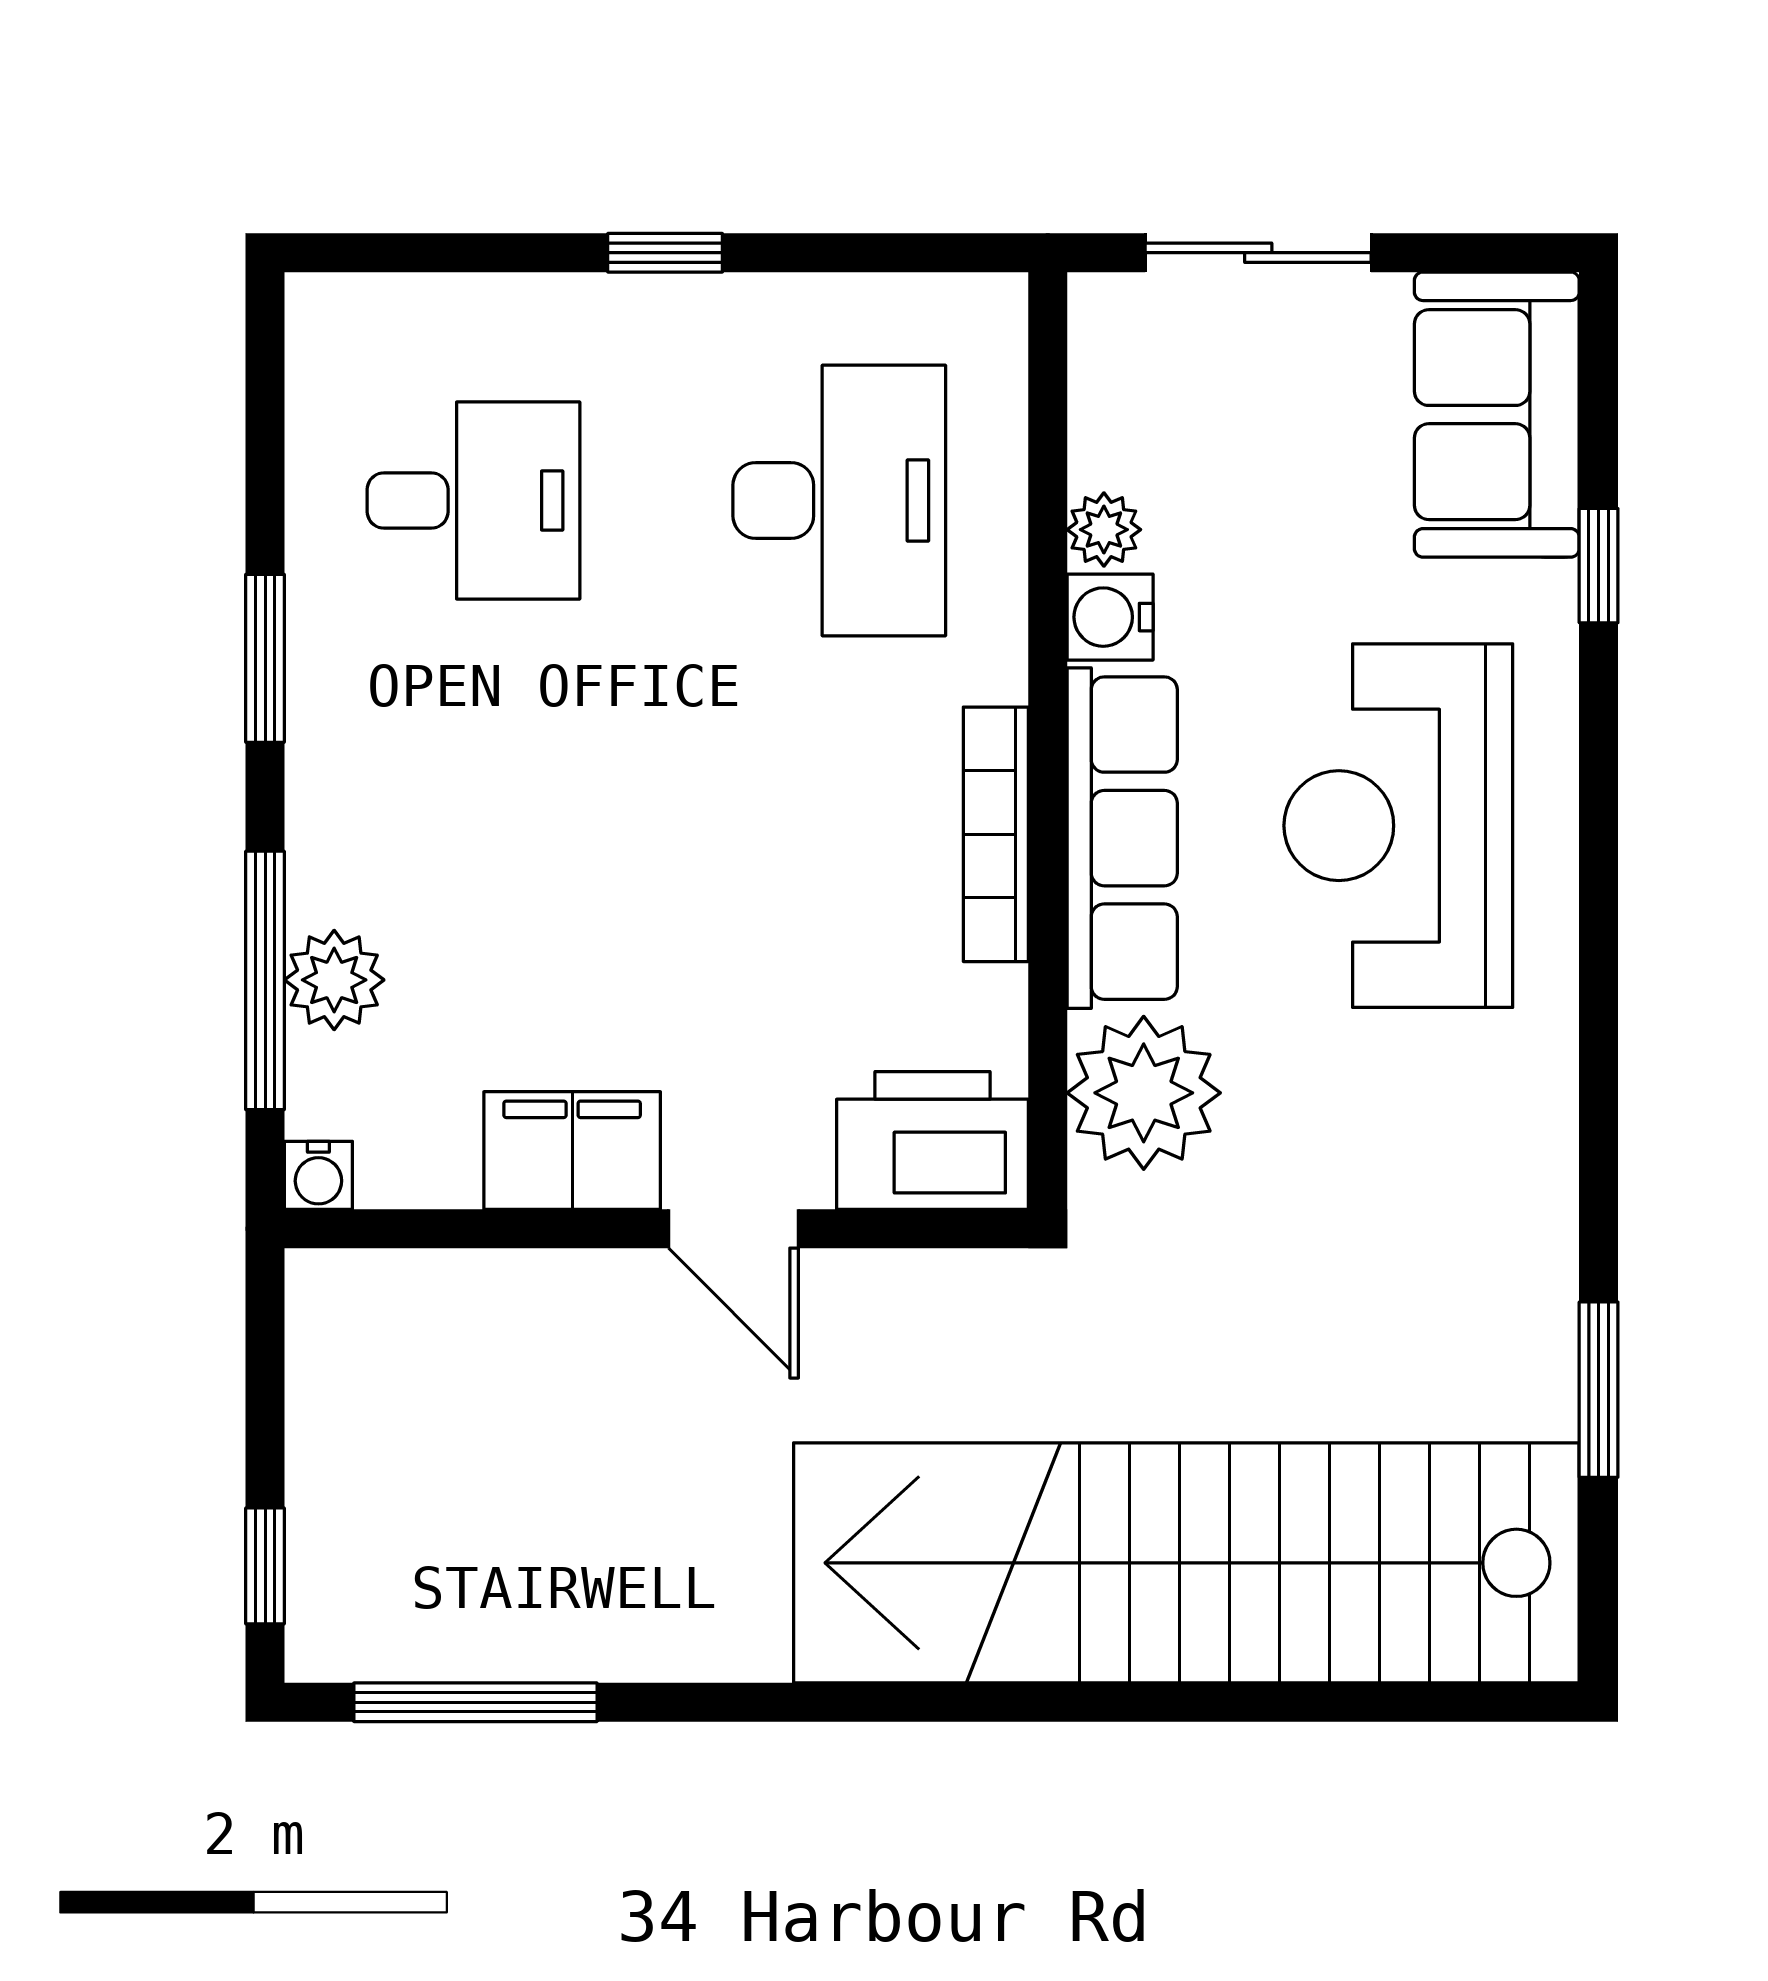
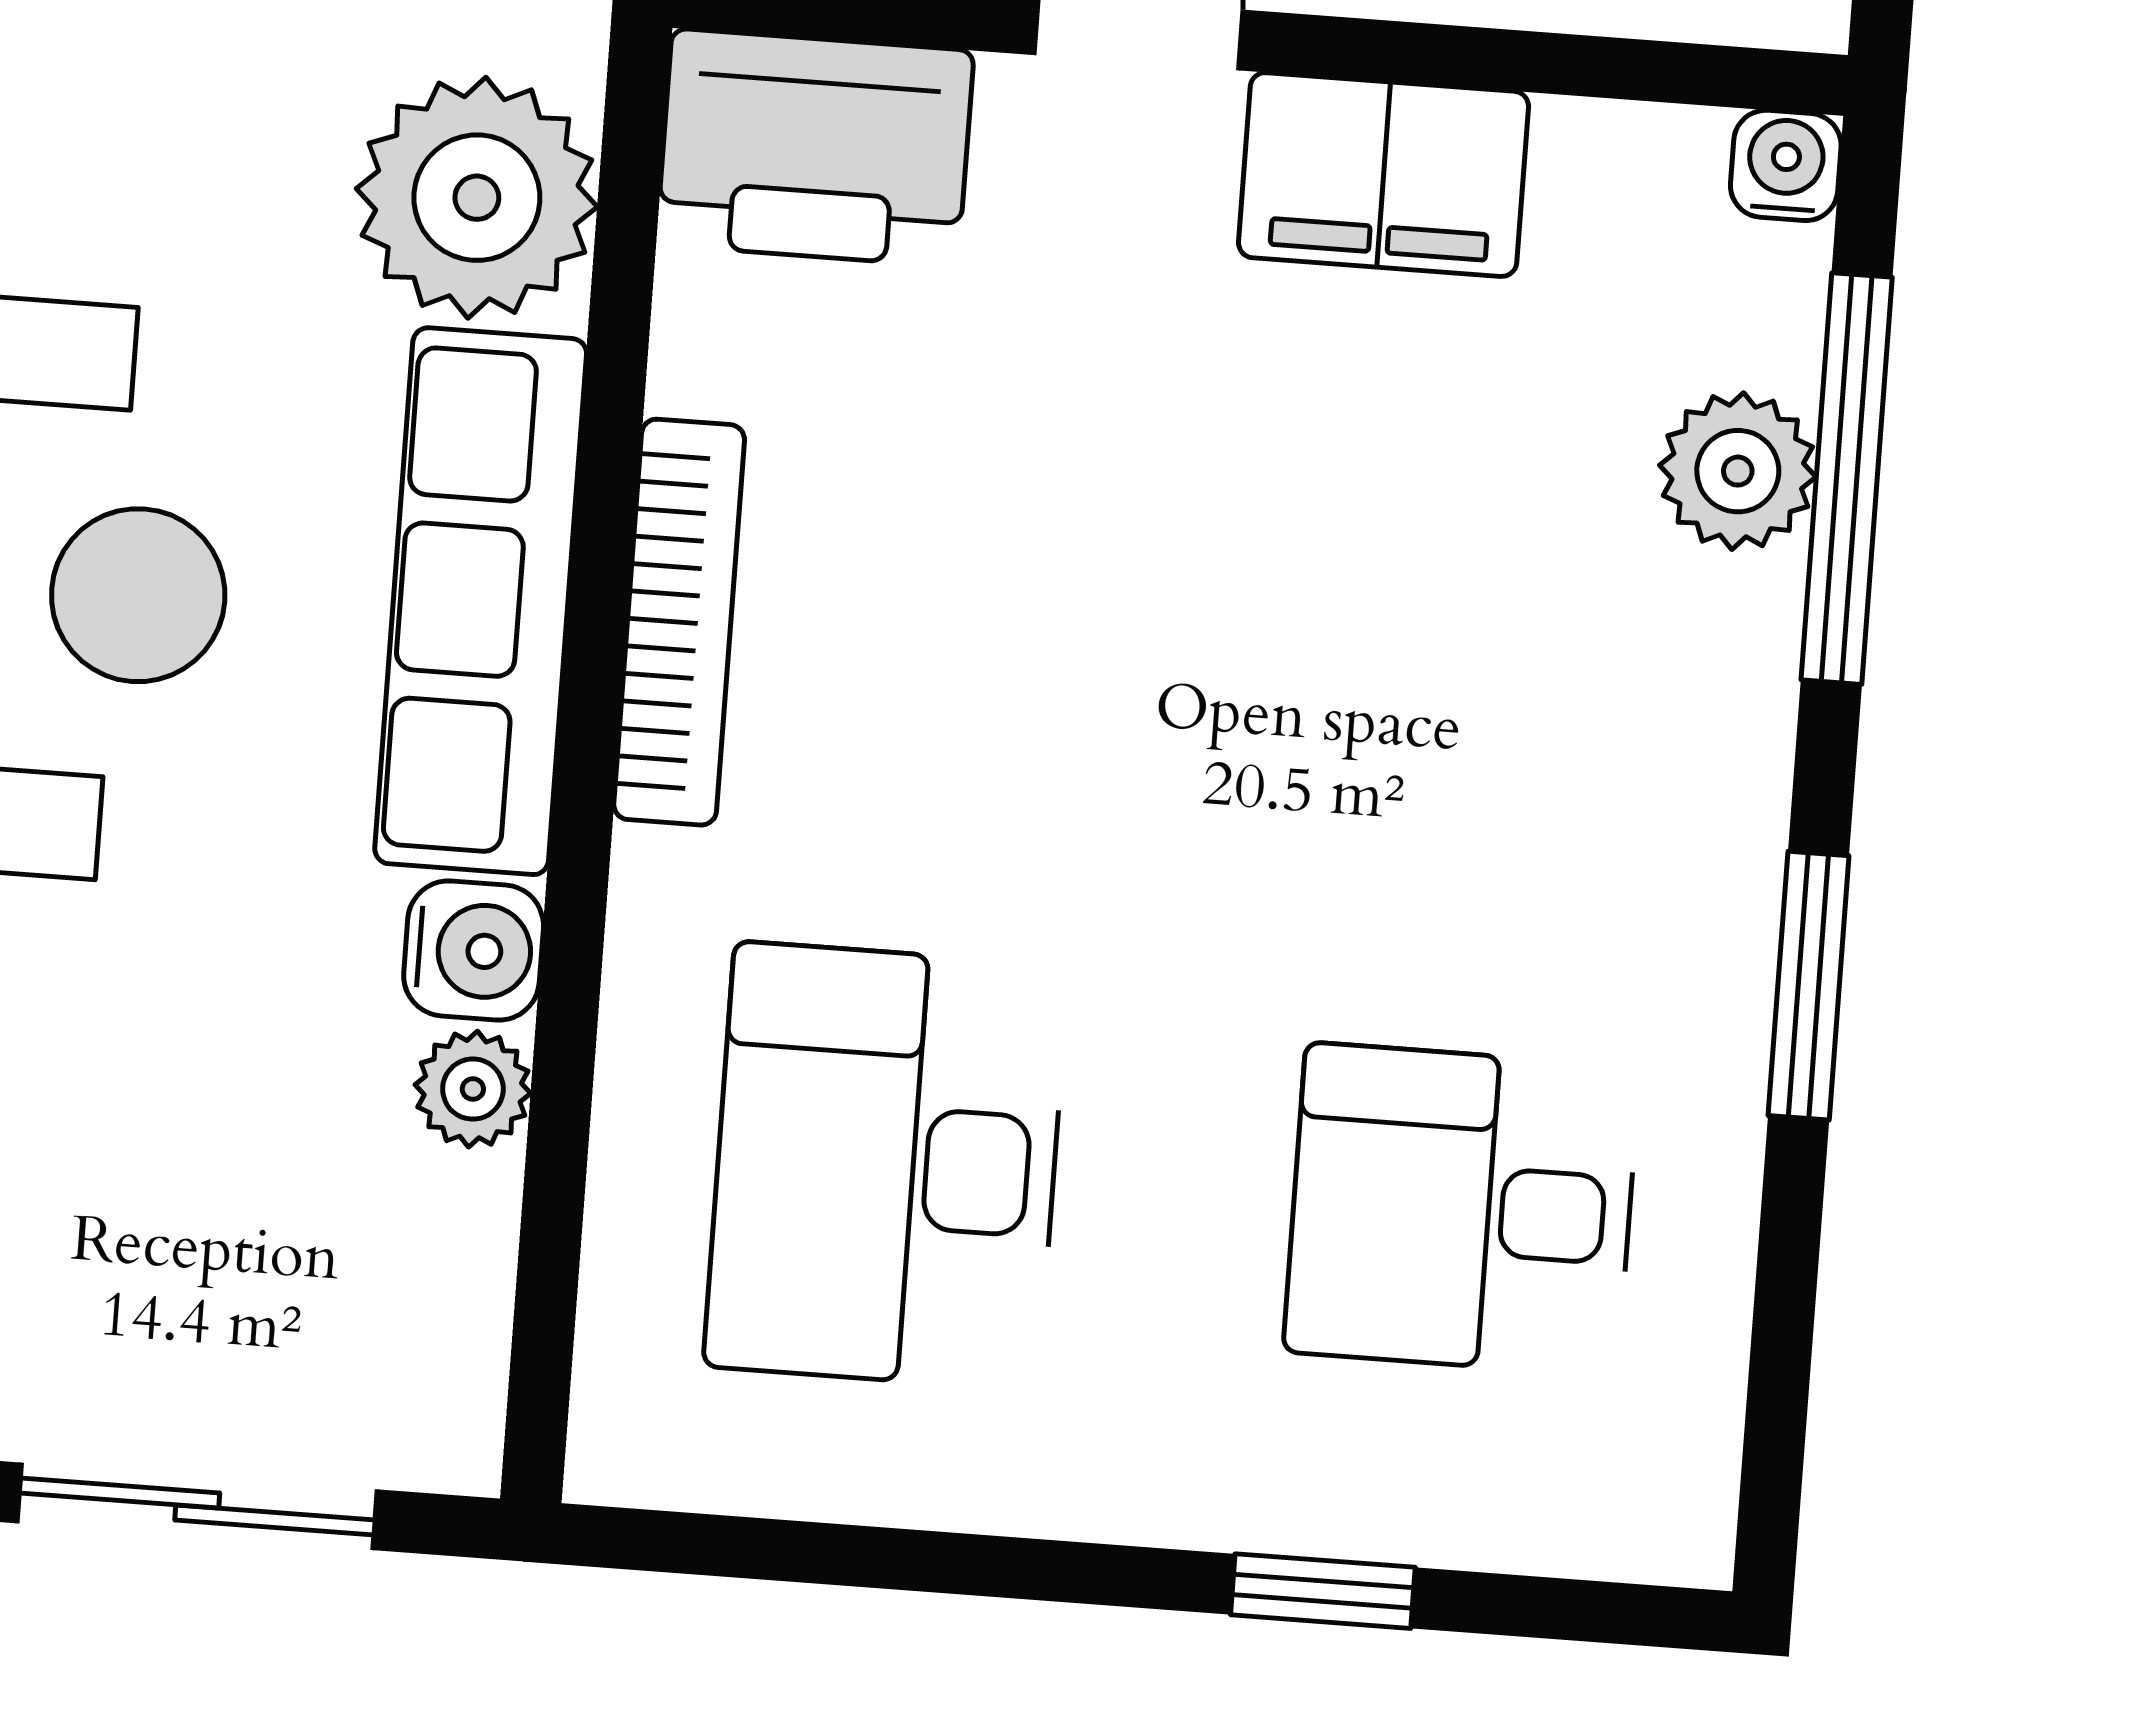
window: (665, 253) -> (1323, 1591), moved

